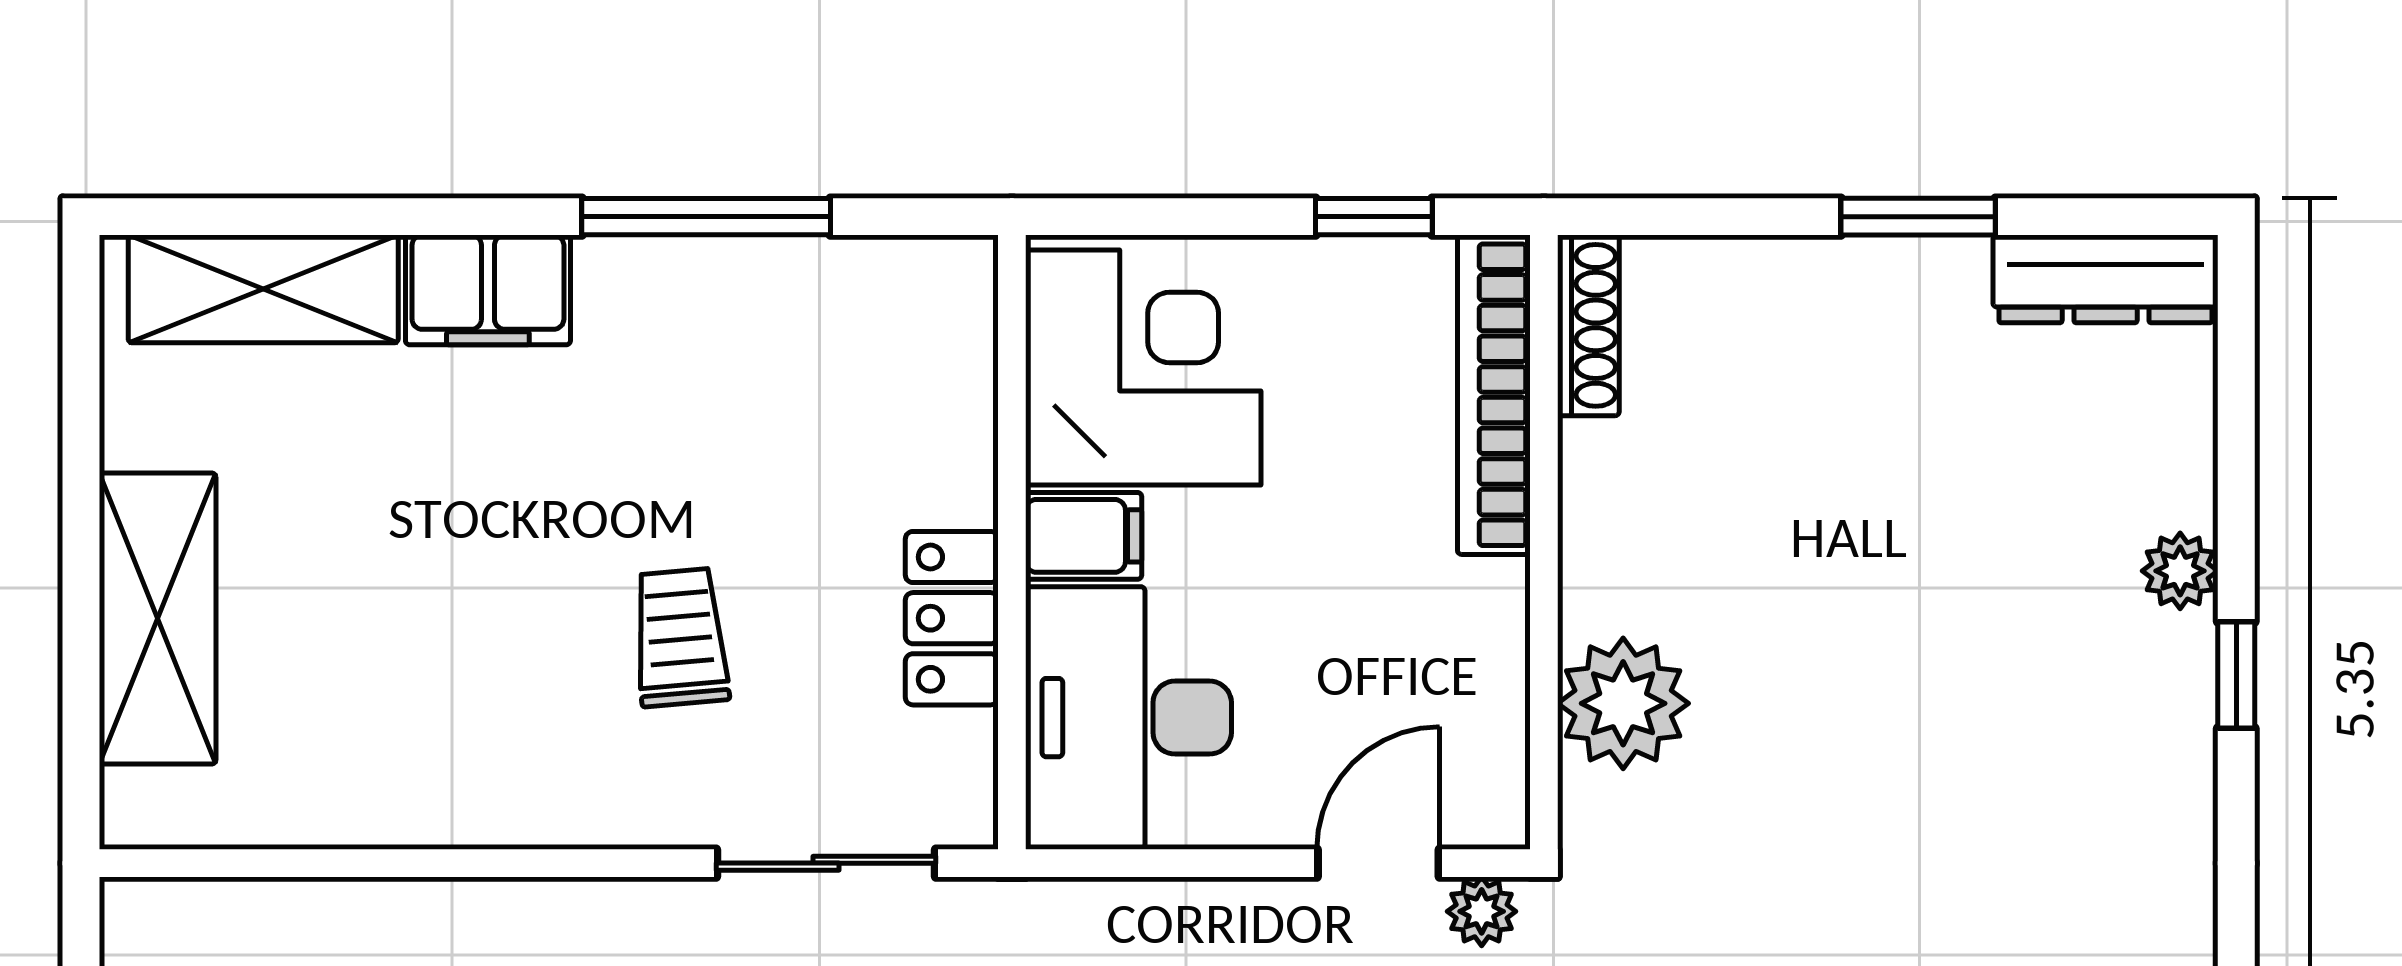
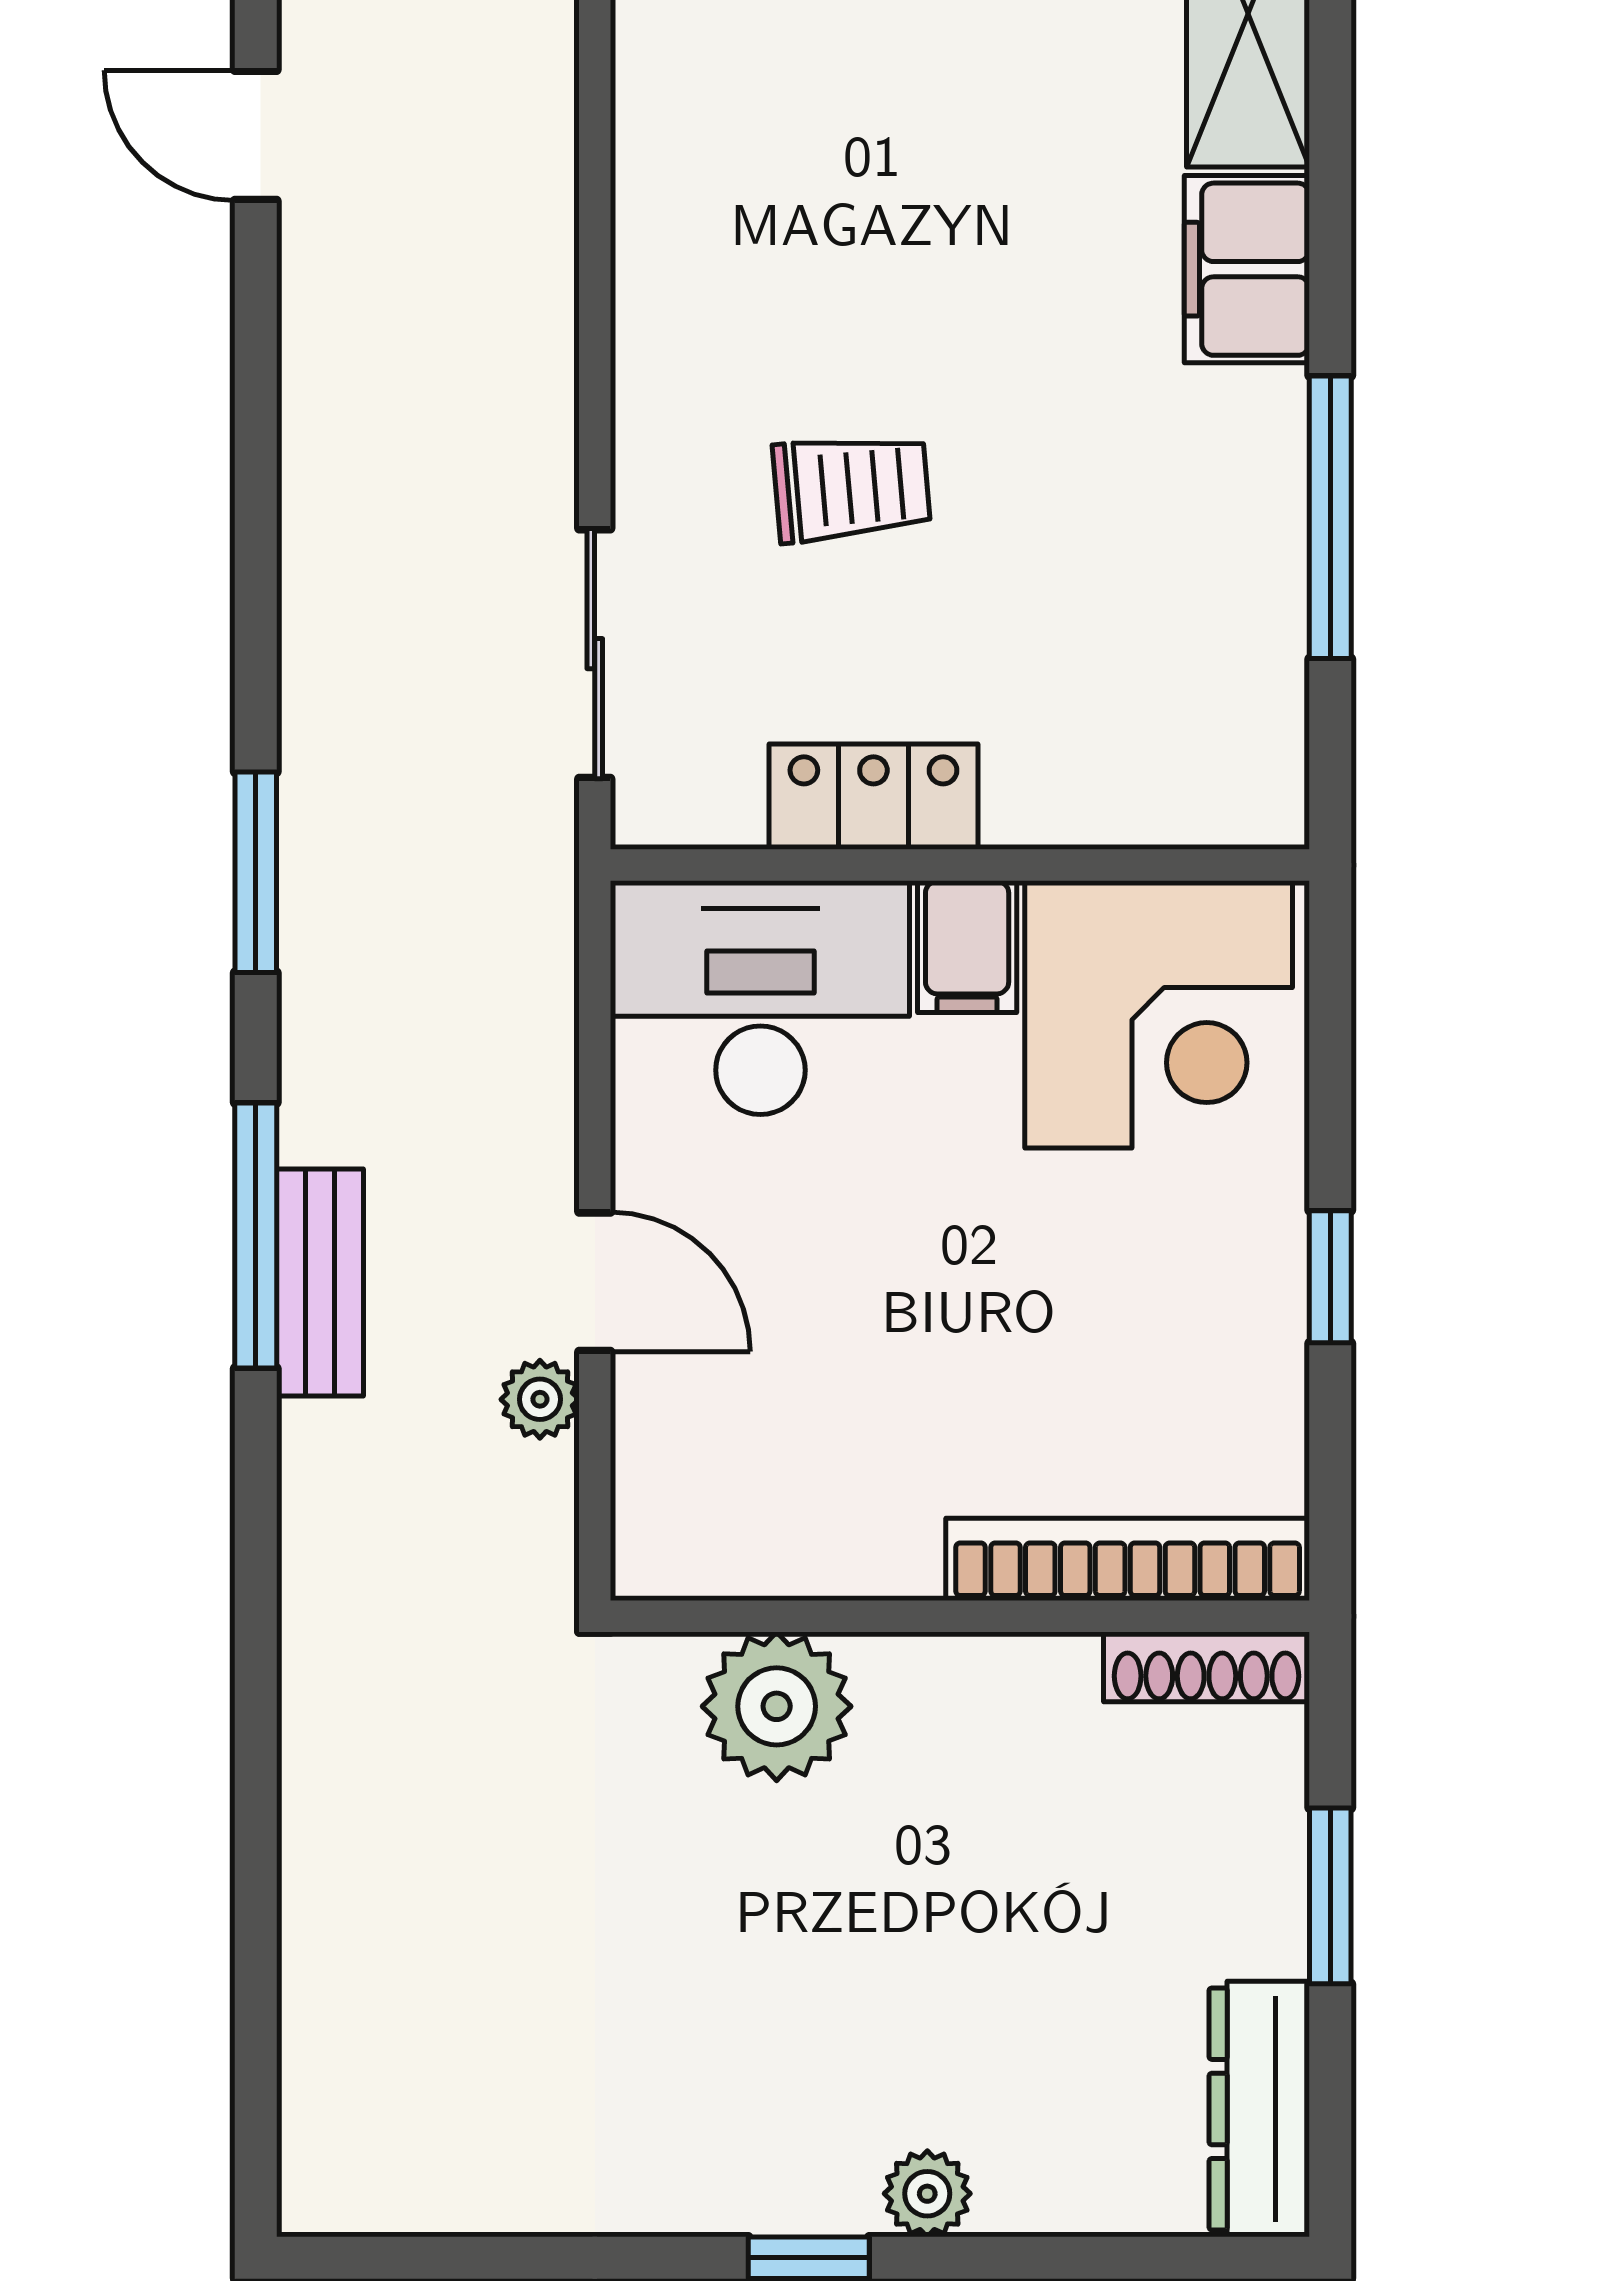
shoe rack: (1588, 325) -> (1206, 1667), moved
bookcase: (1494, 395) -> (1128, 1559), moved
wall: (1544, 542) -> (960, 1616), moved
plant: (1623, 703) -> (777, 1706), moved

